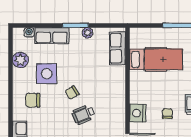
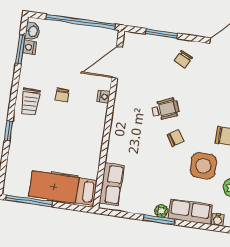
plant: (87, 33) -> (161, 211), moved
hospital bed: (156, 59) -> (63, 188), moved
nightstand: (138, 113) -> (104, 97), width x0.53, depth x0.56

